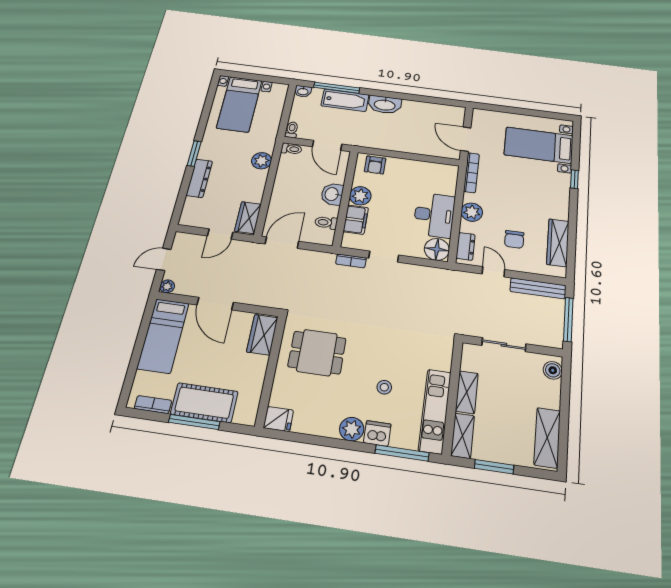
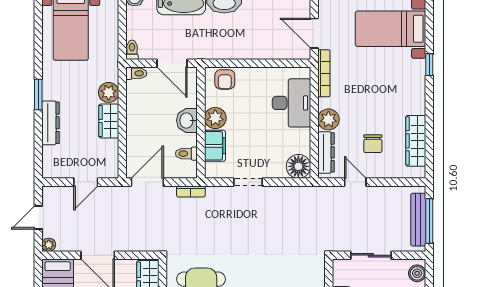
desk: (434, 215) -> (292, 103), moved
wardrobe: (248, 218) -> (109, 121), moved
dresser: (466, 246) -> (326, 152), width x1.44
bookcase: (351, 261) -> (191, 191), moved
bench: (538, 288) -> (418, 220), moved, turned 90

